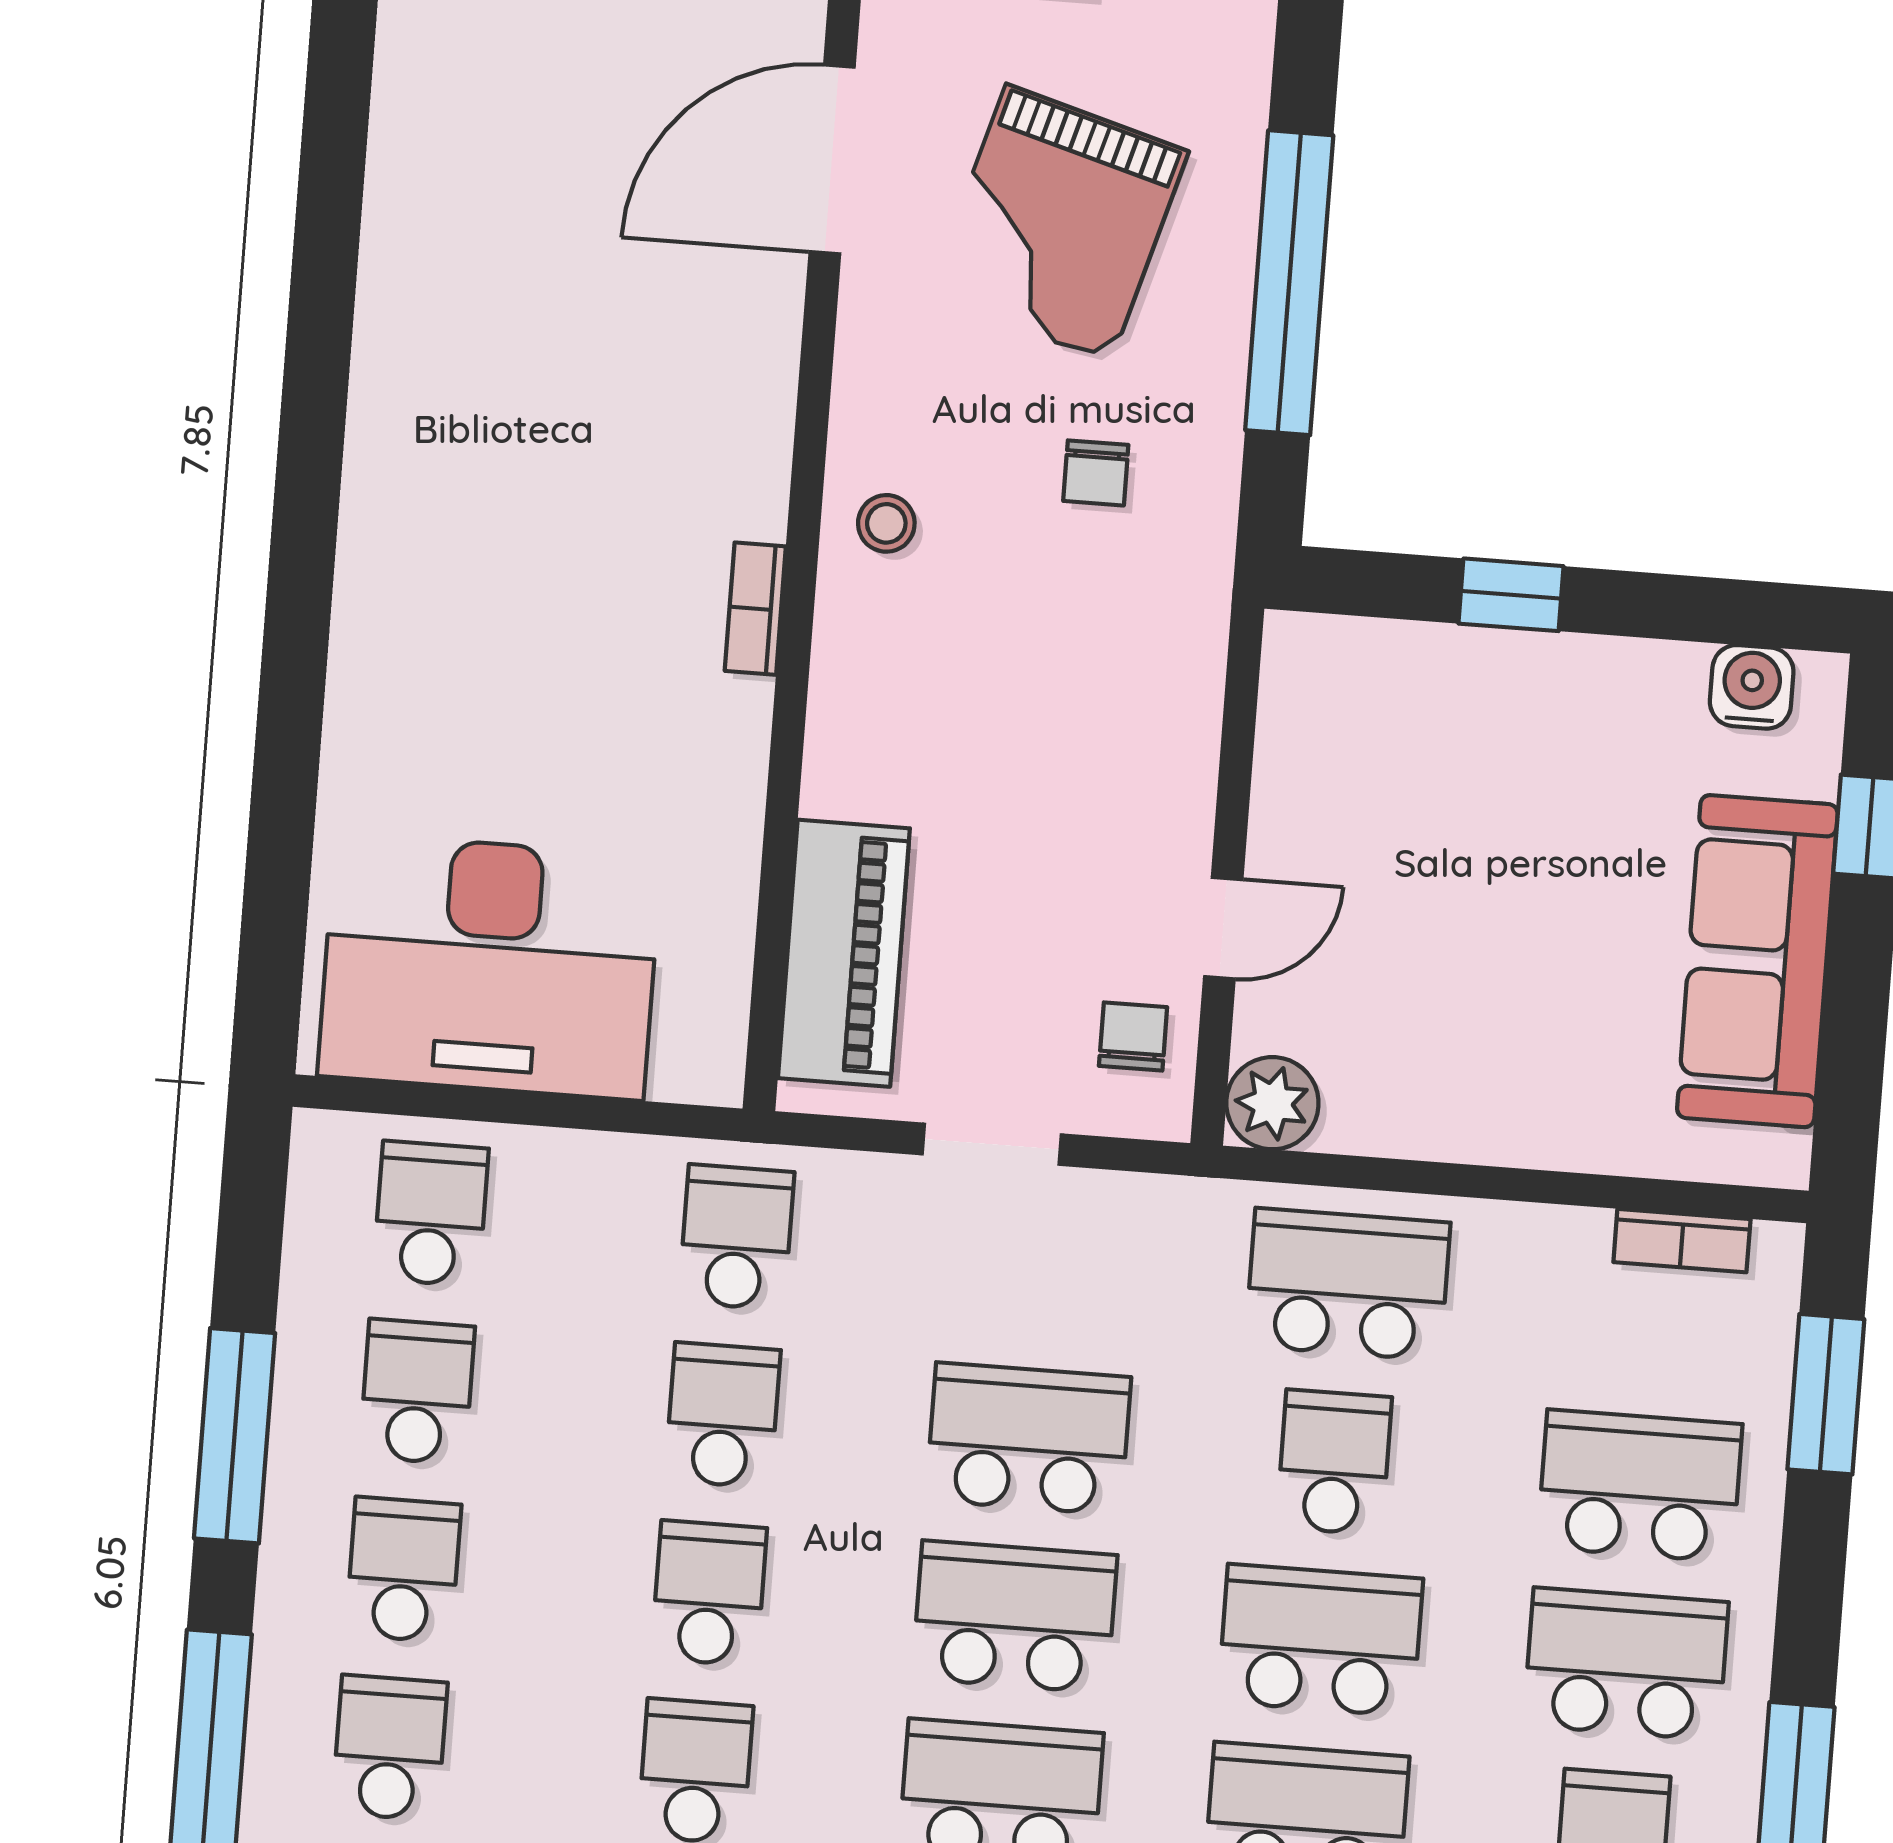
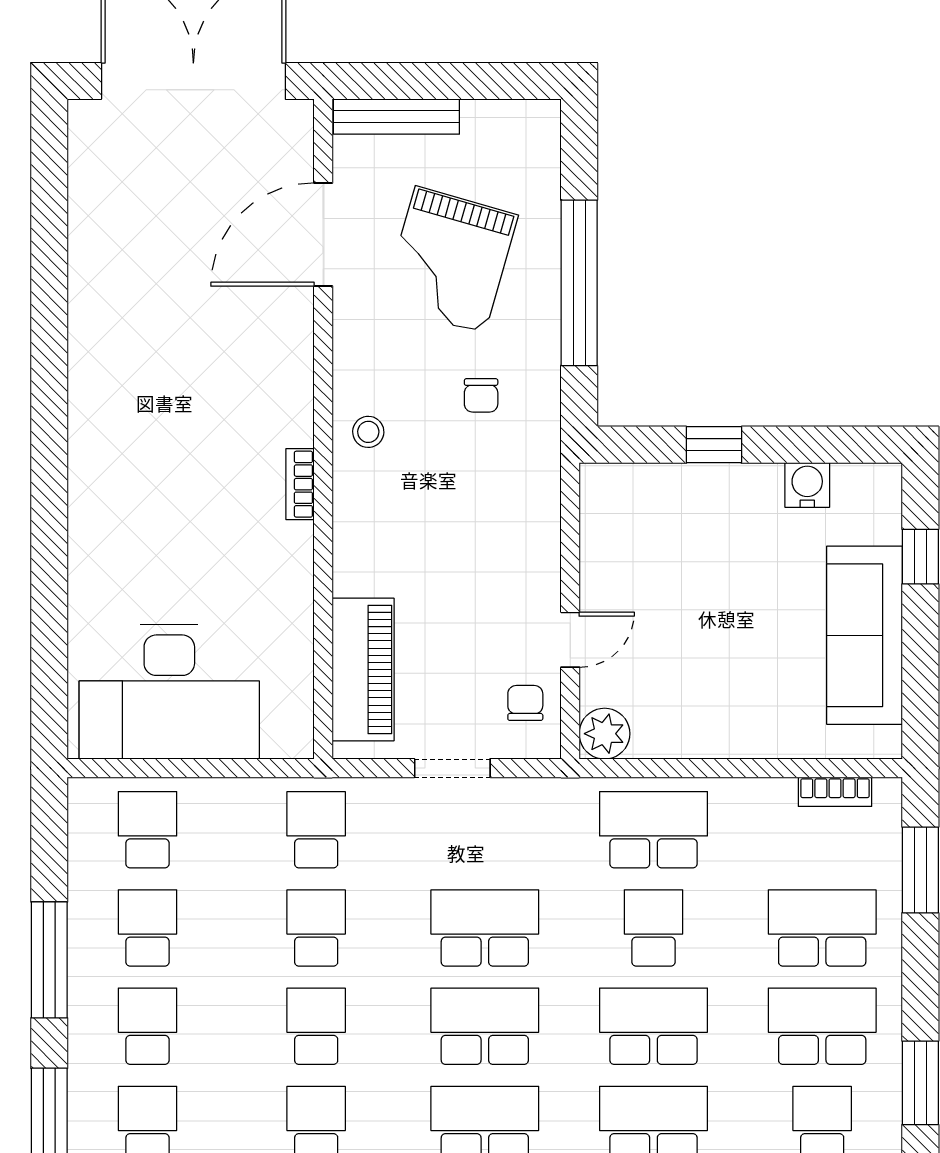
water cooler: (1752, 687) -> (807, 485), moved

